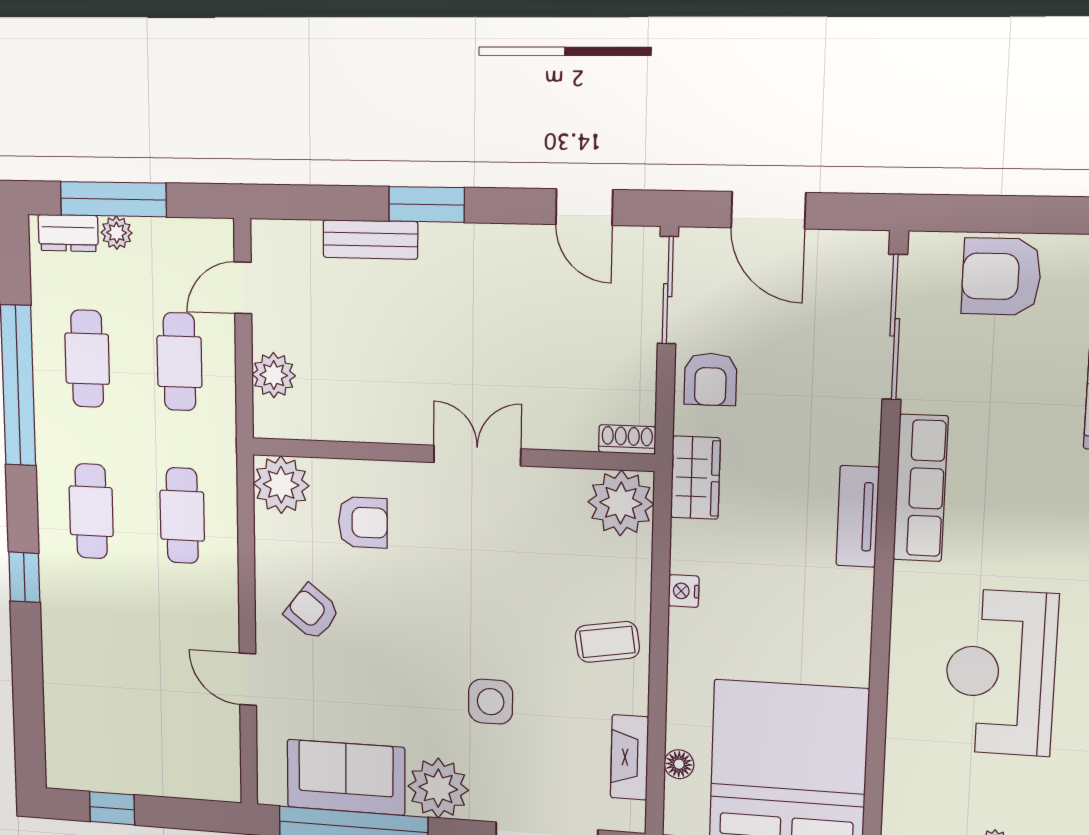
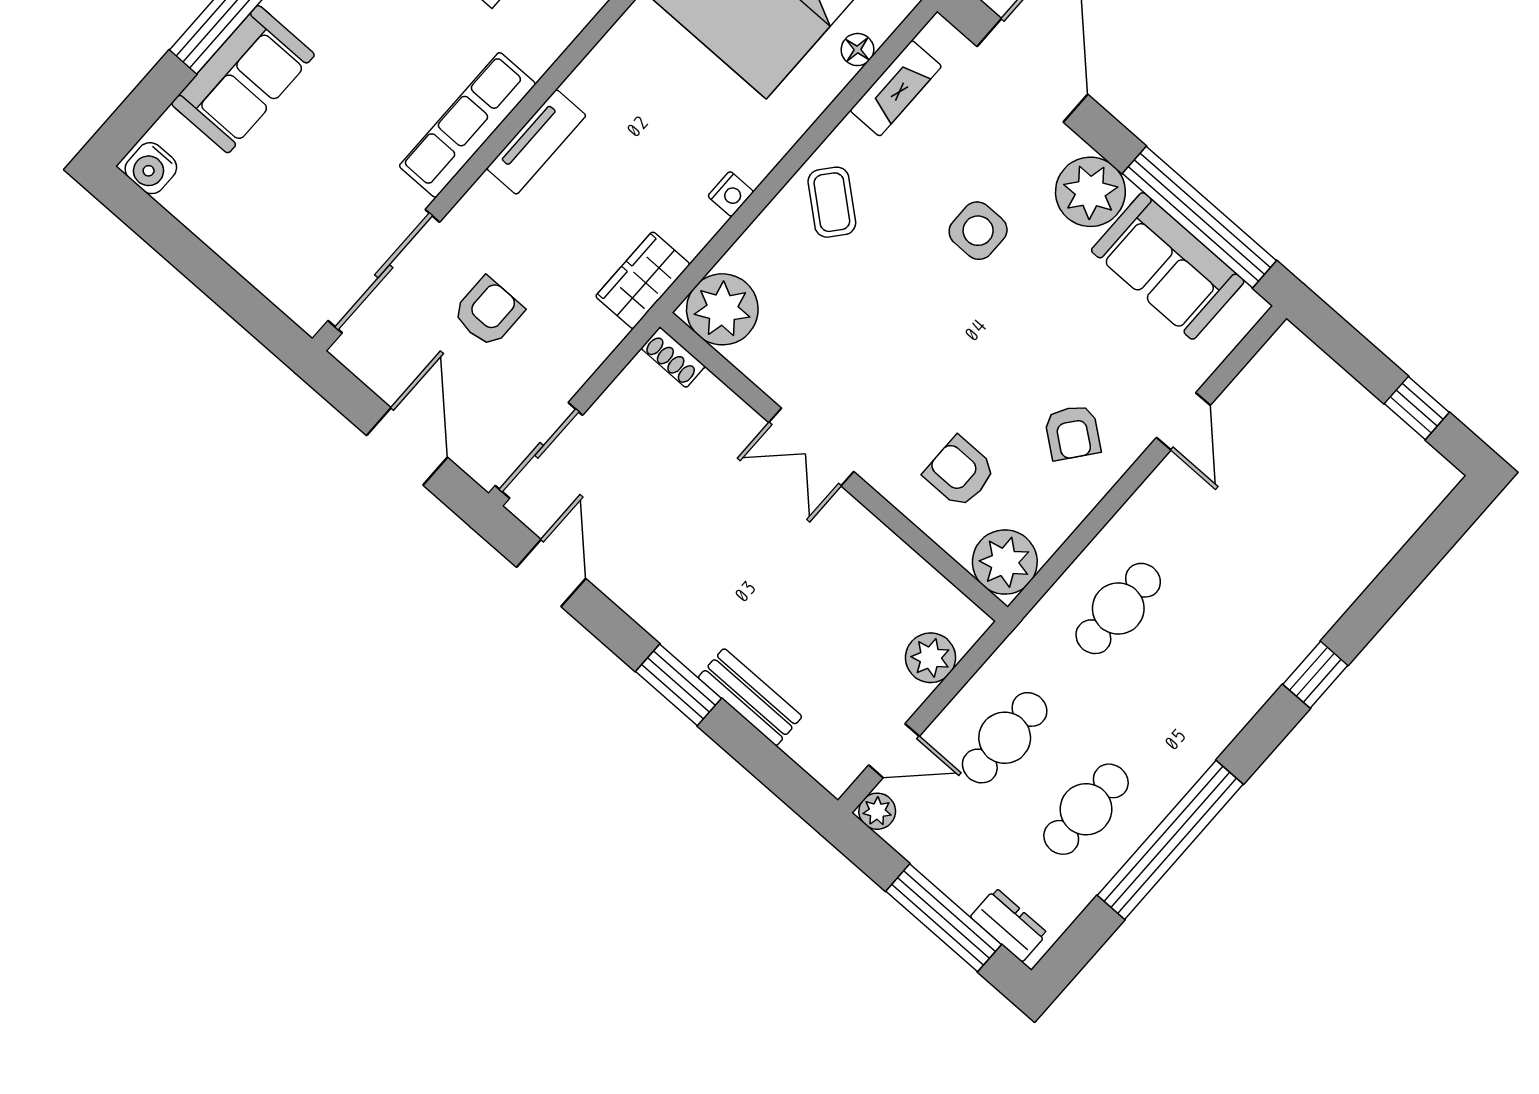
plant: (117, 233) -> (877, 811), moved
armchair: (1001, 276) -> (270, 243), removed
armchair: (710, 379) -> (488, 312), moved
cafe table: (91, 511) -> (1200, 680), removed
coffee table: (607, 642) -> (832, 202), turned 49

